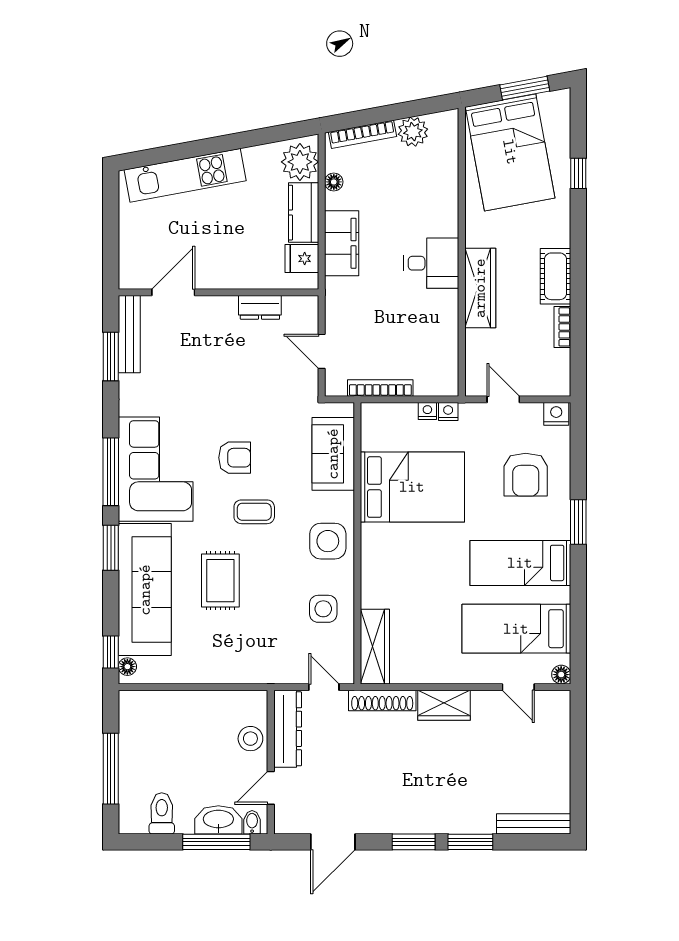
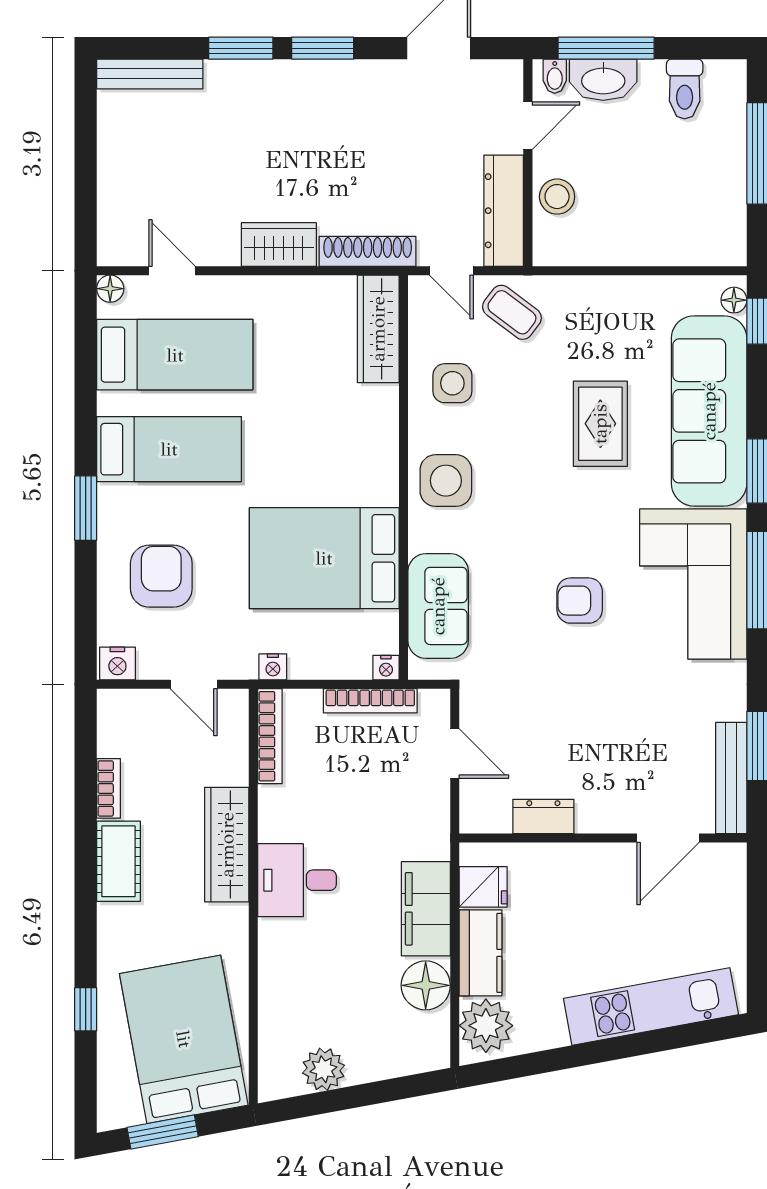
bookcase: (362, 134) -> (270, 736), moved, turned 100
floor lamp: (334, 182) -> (426, 985), width x1.89, depth x1.89
nightstand: (427, 411) -> (386, 668), moved
coffee table: (254, 512) -> (512, 312), moved, turned 37

